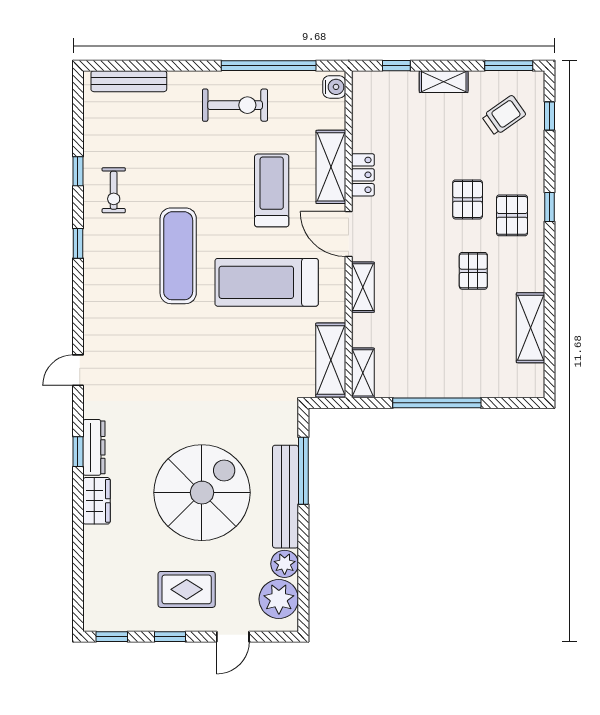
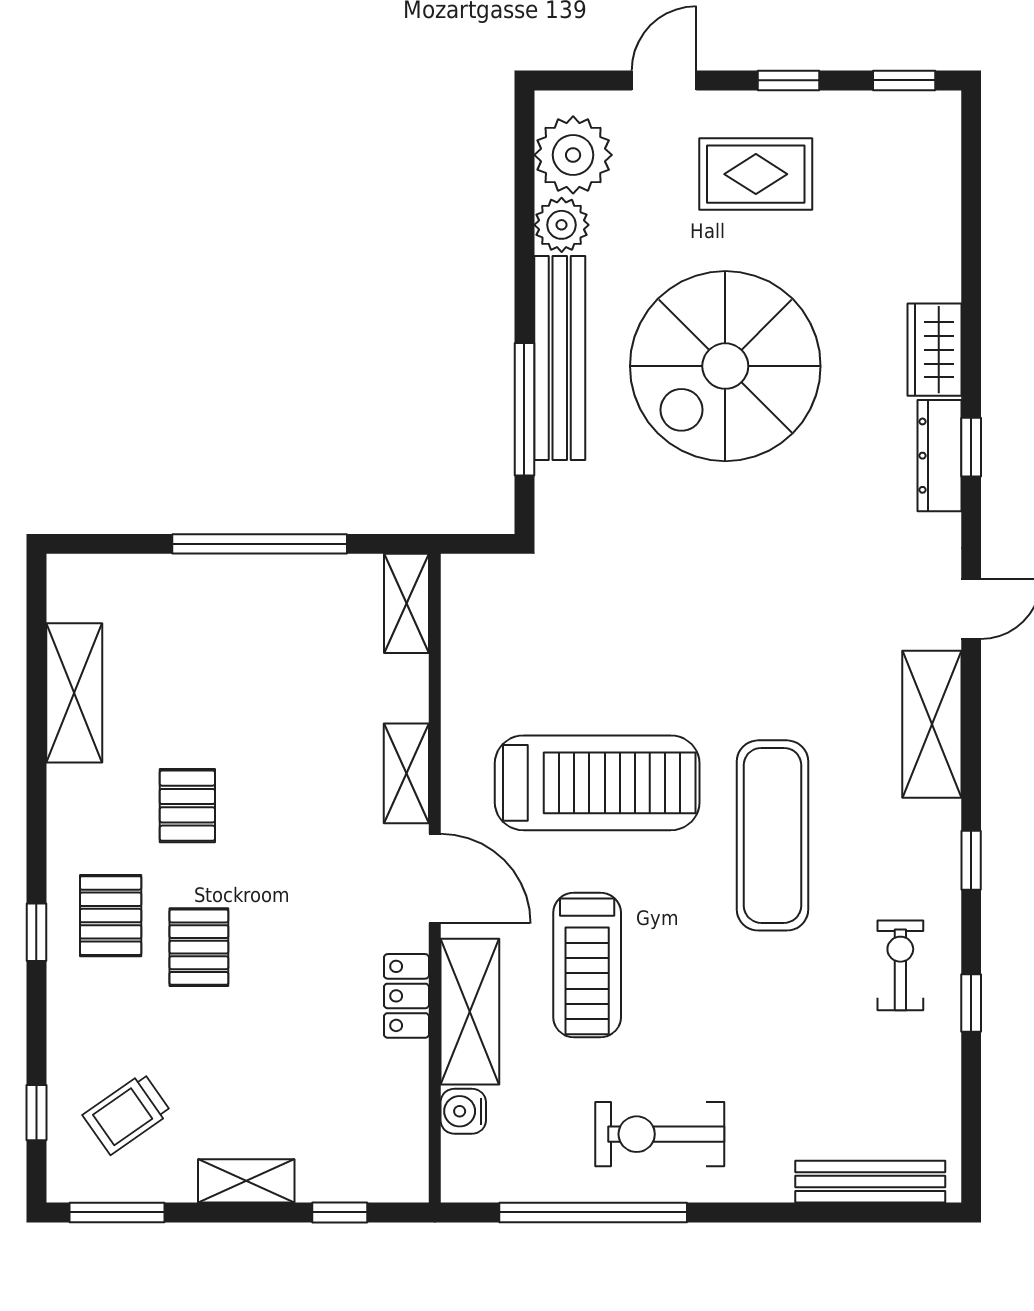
water cooler: (334, 87) -> (463, 1111), moved
shelving: (331, 360) -> (932, 724), moved

